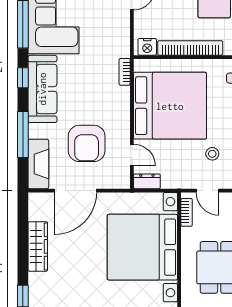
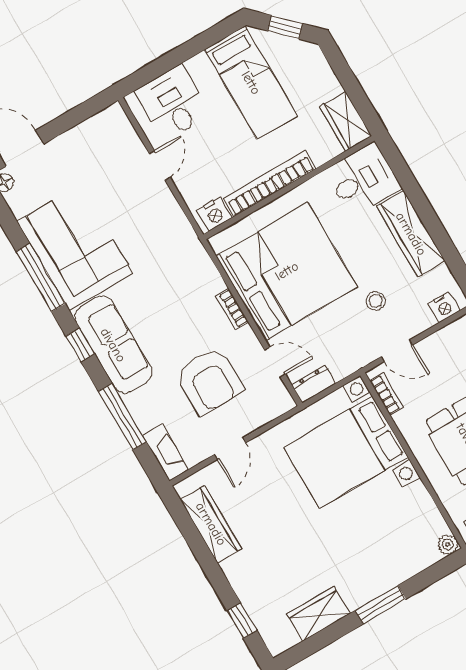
bookcase: (125, 72) -> (232, 309), moved
fireplace: (38, 164) -> (166, 453), width x0.73, depth x0.76
door: (75, 191) -> (230, 449), width x0.53
wardrobe: (38, 246) -> (211, 524), moved
bed with nightstands: (142, 247) -> (346, 452), width x0.73

